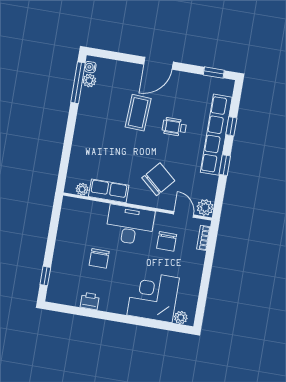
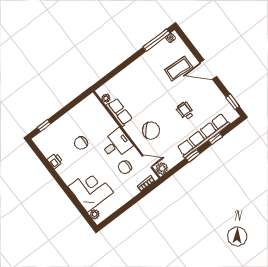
plant: (89, 81) -> (163, 45), removed
coffee table: (138, 113) -> (179, 68), moved
door: (184, 214) -> (147, 161), hinge flipped
desk: (130, 225) -> (116, 144), width x0.73

